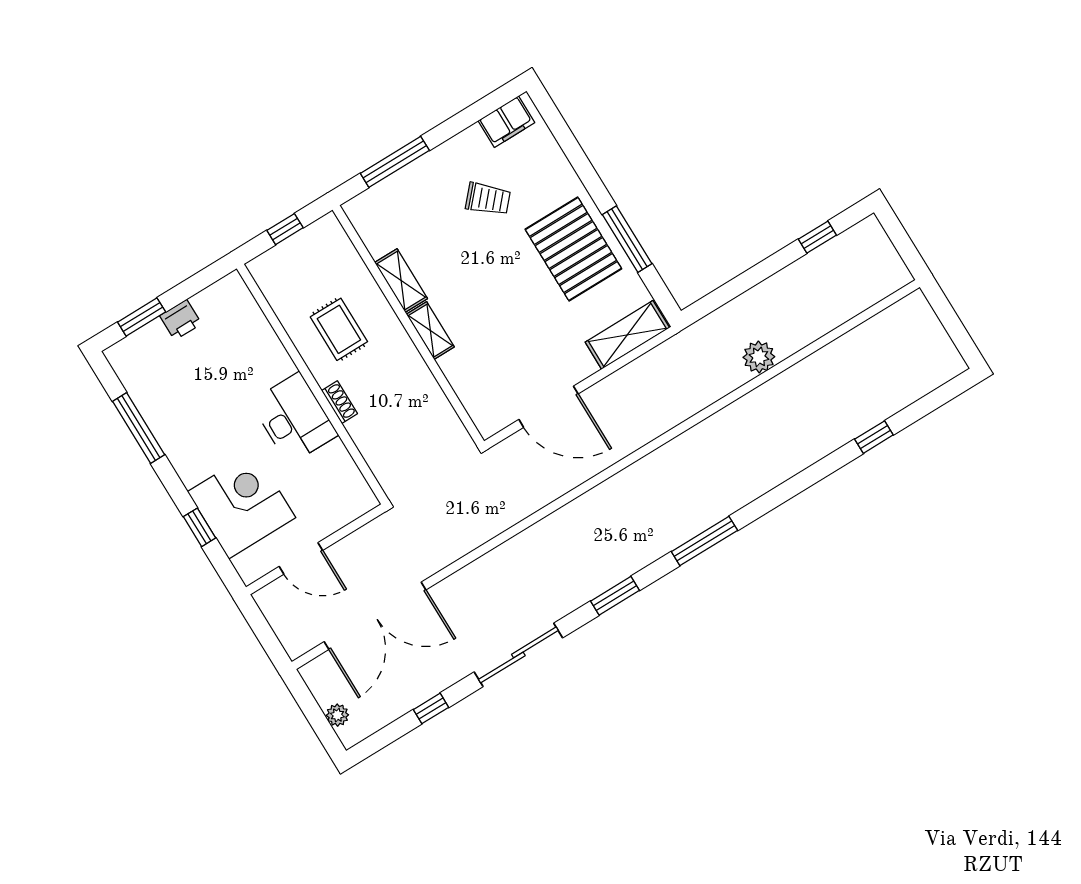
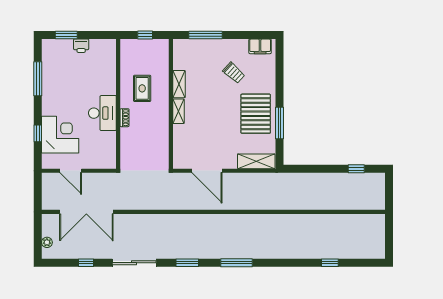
plant: (759, 357) -> (303, 202), removed

